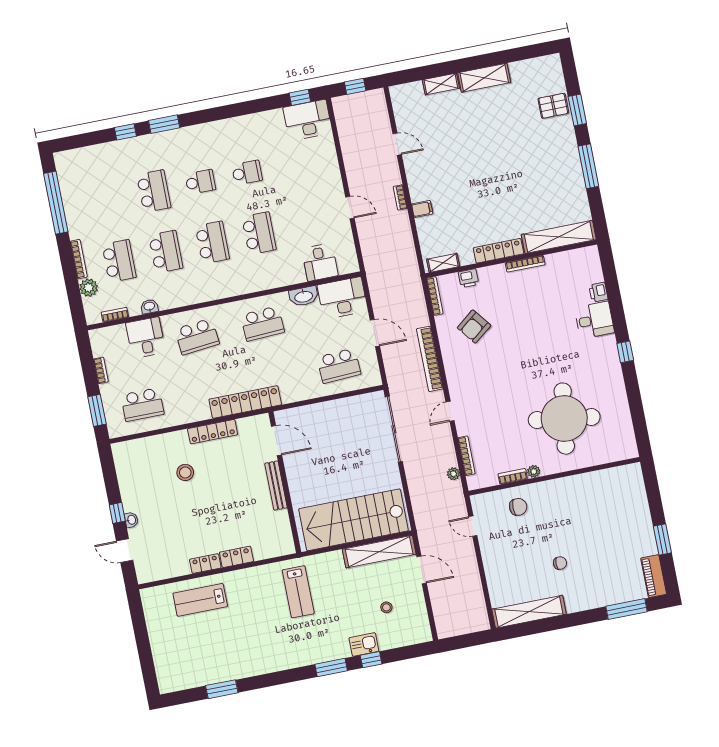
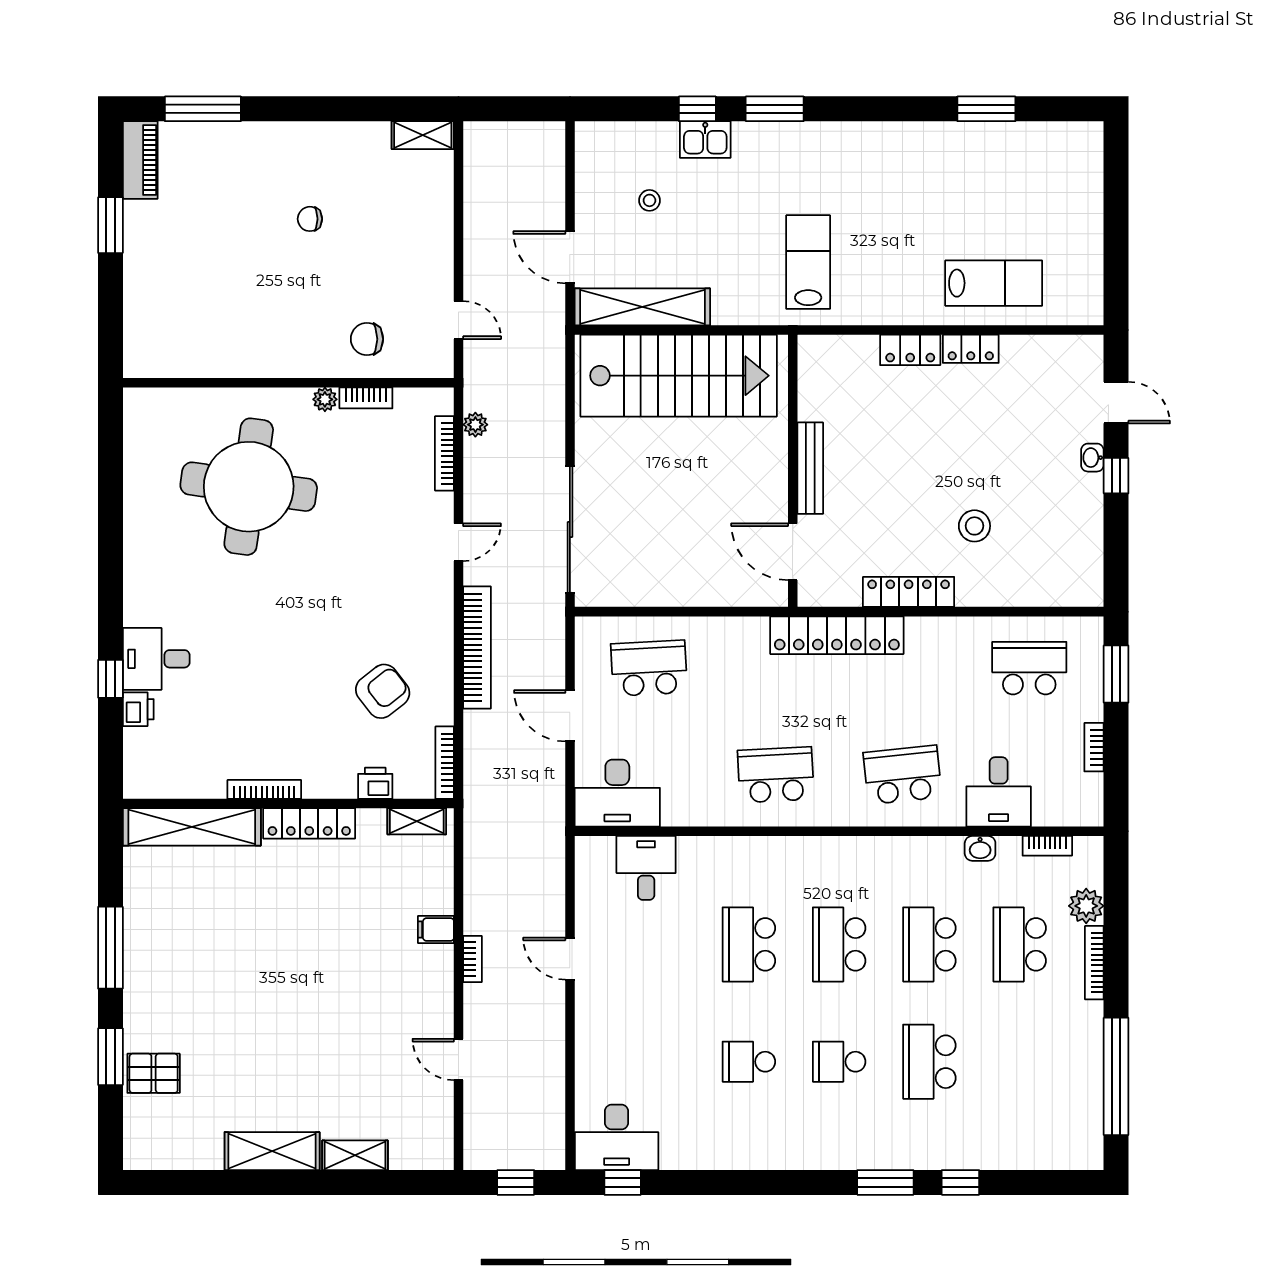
washbasin: (304, 296) -> (689, 810), removed
window: (625, 352) -> (110, 679), moved
shelving: (529, 612) -> (423, 135), width x0.45, depth x0.75

